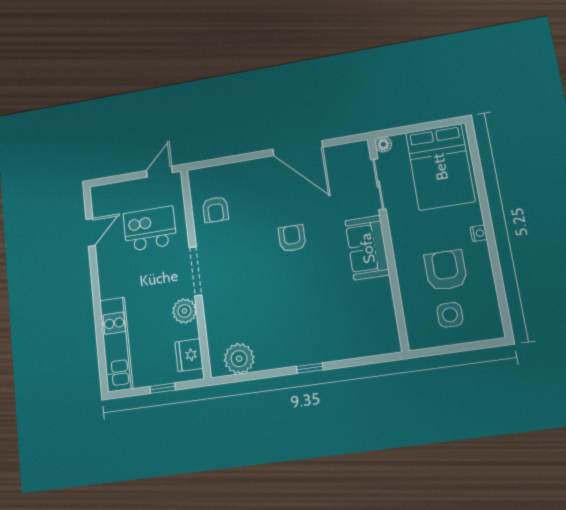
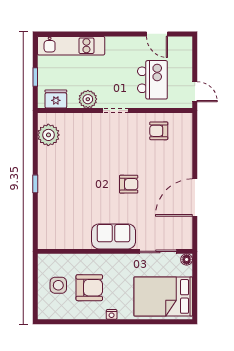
doorway: (195, 271) -> (115, 111), width x0.73

